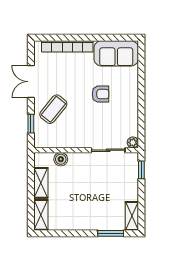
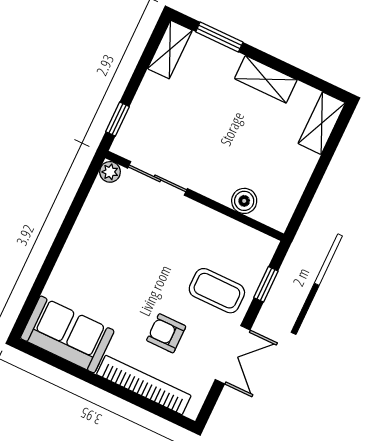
armchair: (101, 94) -> (166, 333), moved
coffee table: (53, 109) -> (217, 291), turned 51
shelving: (41, 183) -> (266, 79), moved, turned 90

